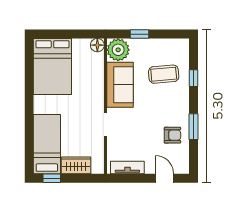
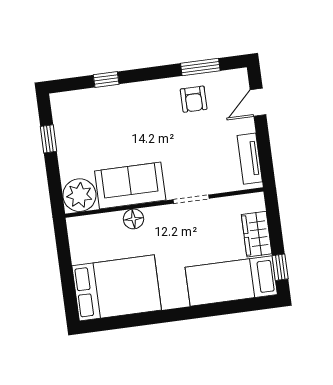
window: (139, 34) -> (49, 139), moved
floor lamp: (97, 45) -> (133, 219), moved
coffee table: (164, 74) -> (106, 124), removed
window: (193, 127) -> (200, 67), moved
armchair: (172, 135) -> (194, 99), turned 180

